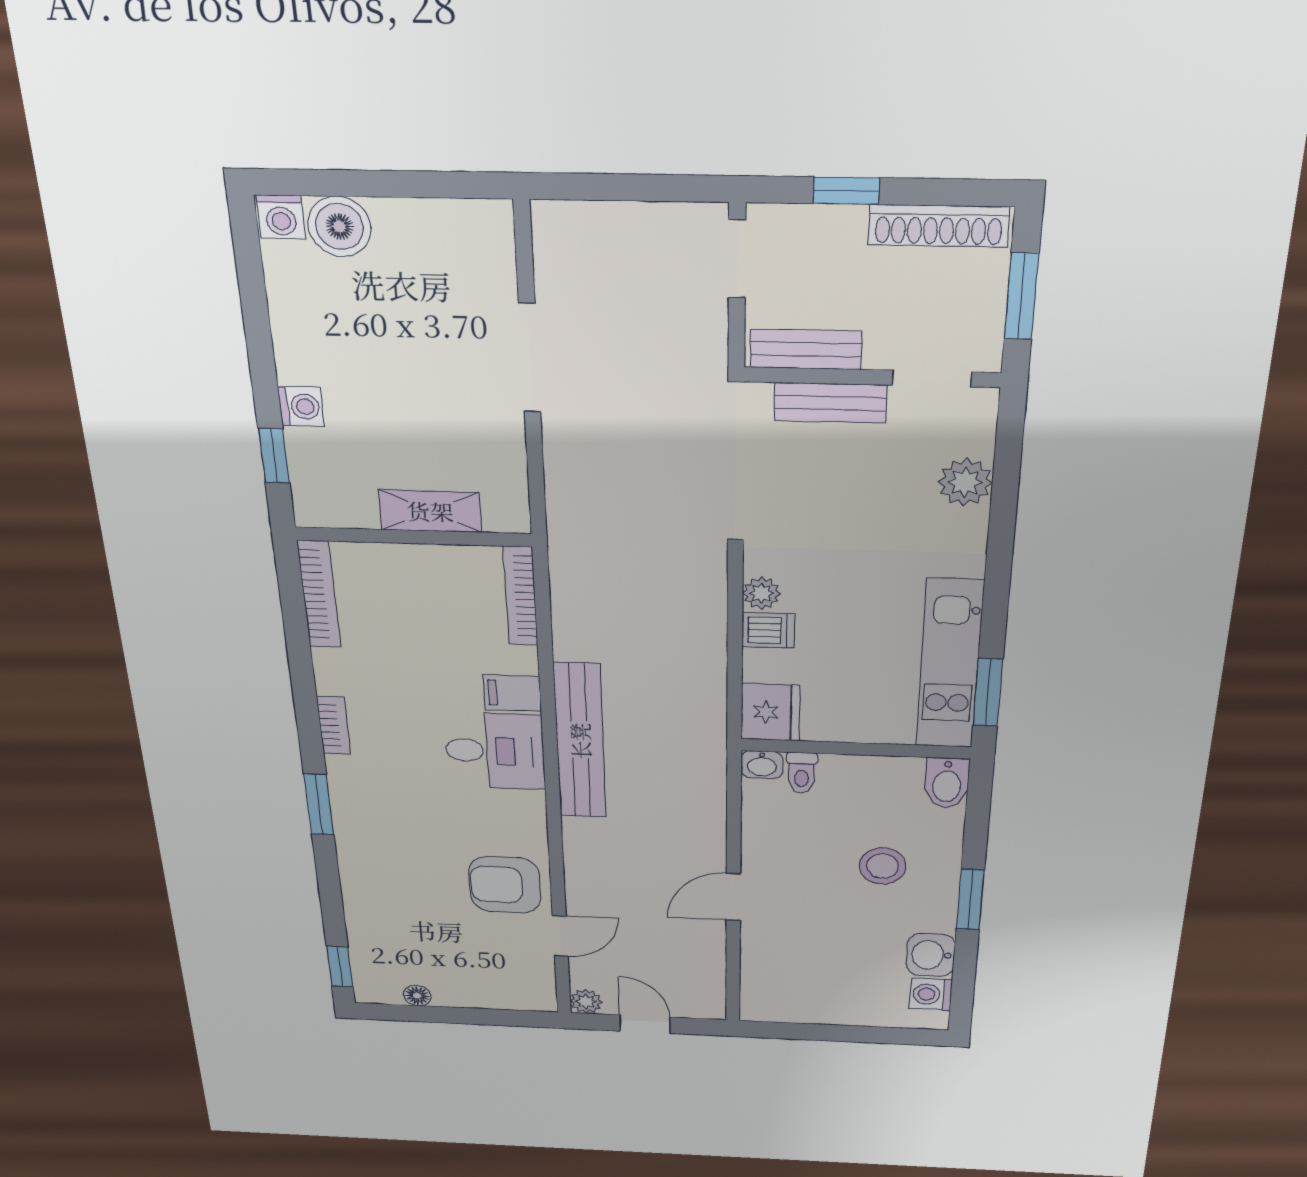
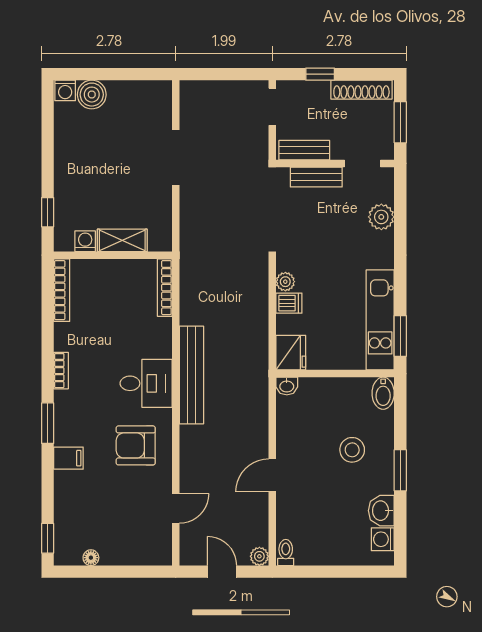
washing machine: (301, 407) -> (85, 241), moved, turned -90
filing cabinet: (512, 693) -> (68, 458), moved, turned 180
toilet: (802, 773) -> (286, 553), moved, turned 180
armchair: (505, 885) -> (136, 445), moved
plant: (586, 1001) -> (259, 556), moved

